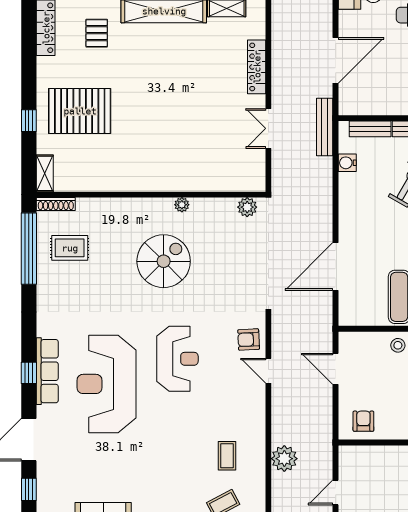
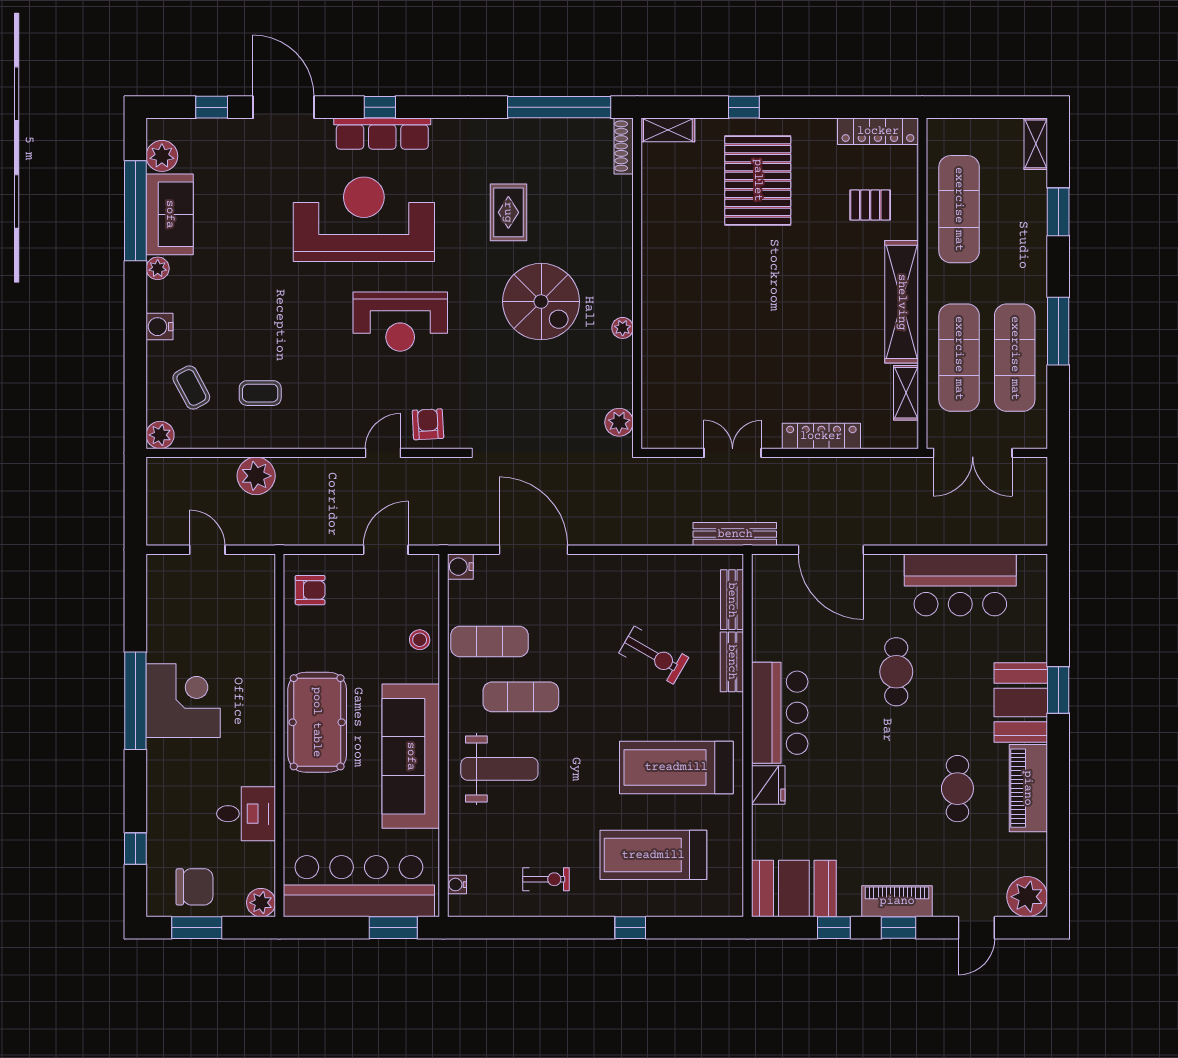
water cooler: (347, 163) -> (460, 567), moved, turned -90
rug: (70, 248) -> (508, 212), moved

